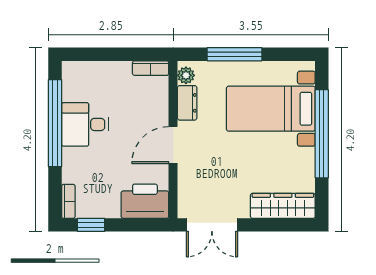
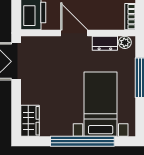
wardrobe: (283, 206) -> (30, 121), width x0.67

